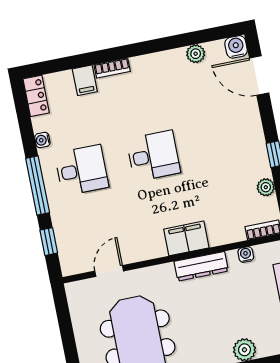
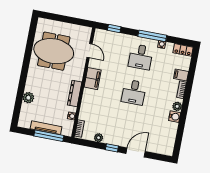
water cooler: (236, 47) -> (175, 117), moved
plant: (196, 54) -> (177, 106), moved
door: (259, 76) -> (136, 152), moved
window: (38, 186) -> (152, 36), moved
filing cabinet: (186, 238) -> (93, 79), moved

